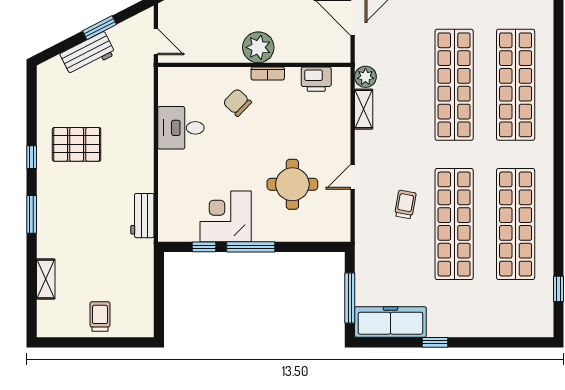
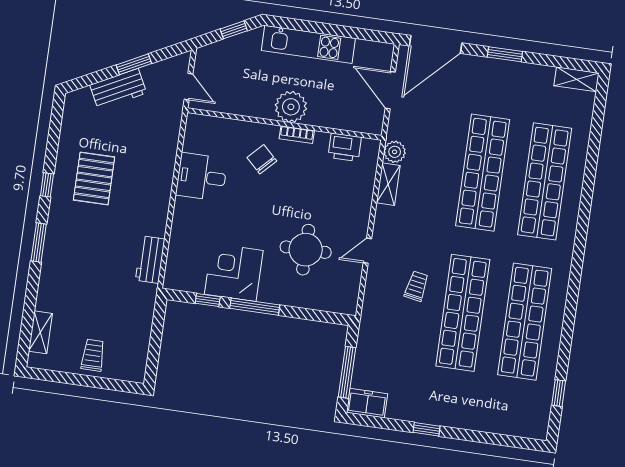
pallet: (77, 144) -> (94, 178), turned 90
shelving: (46, 279) -> (40, 332), moved
freezer: (390, 322) -> (367, 403), width x0.52, depth x0.79

